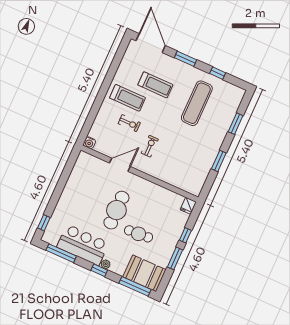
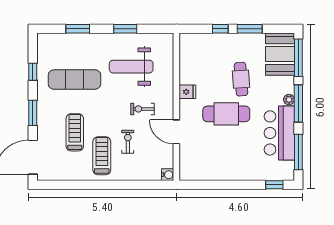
weight bench: (187, 152) -> (131, 67), added
fridge: (188, 206) -> (187, 92), moved
window: (99, 270) -> (298, 103), width x2.17

